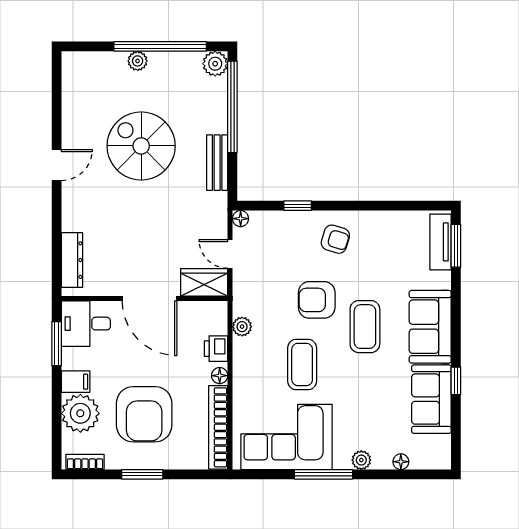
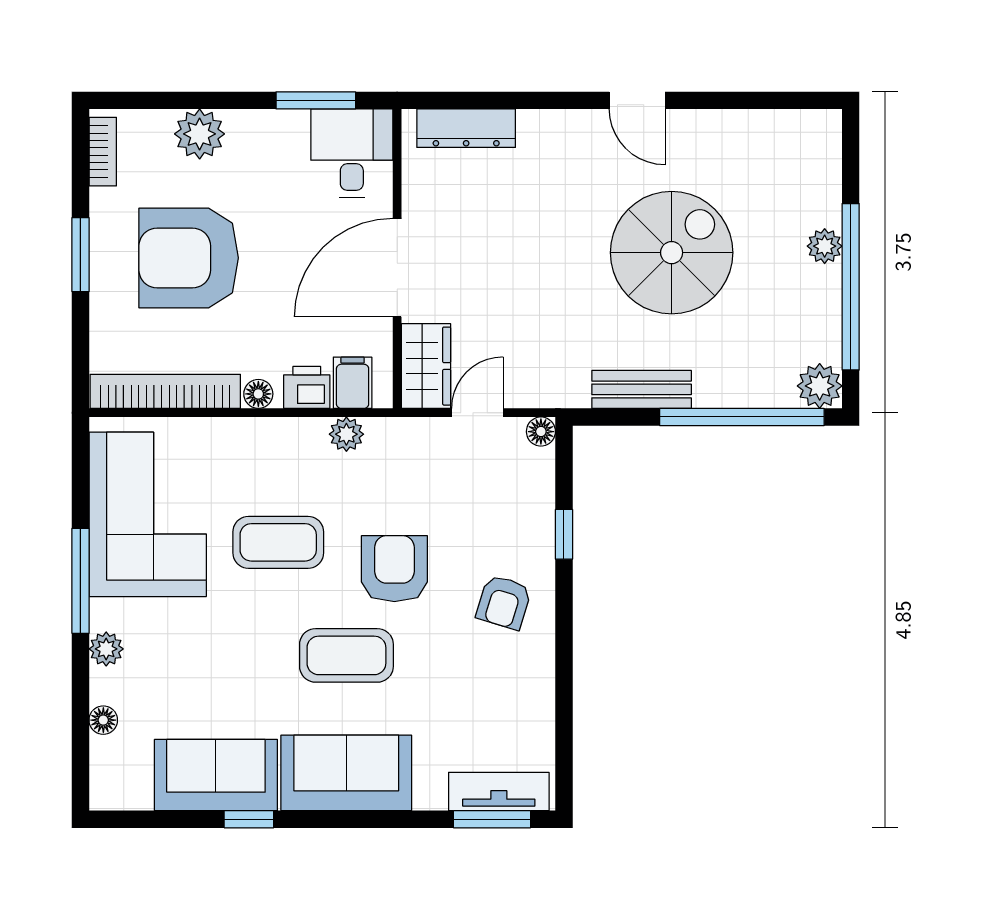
filing cabinet: (76, 382) -> (353, 383), moved, turned 180
plant: (80, 413) -> (200, 134), width x0.73, depth x0.73

